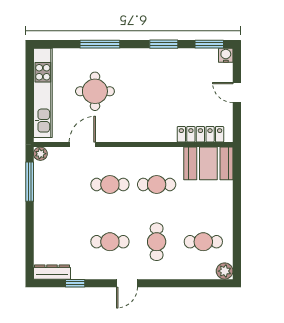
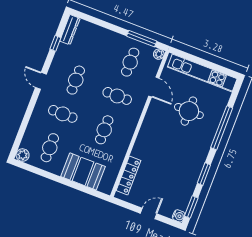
window: (100, 44) -> (222, 128), width x1.46
booth: (208, 163) -> (83, 171), moved, turned 90
cafe table: (63, 185) -> (130, 62), added
cafe table: (110, 185) -> (117, 96), turned 90

